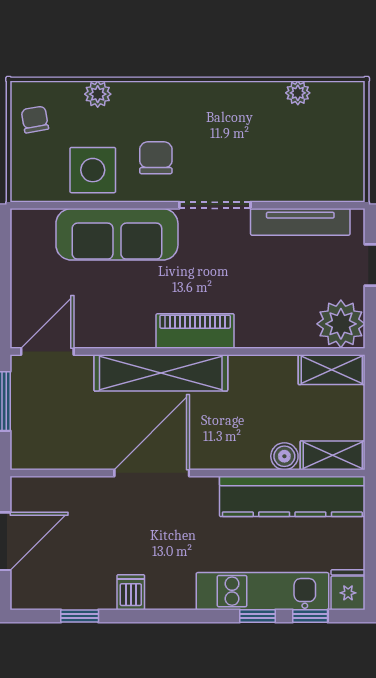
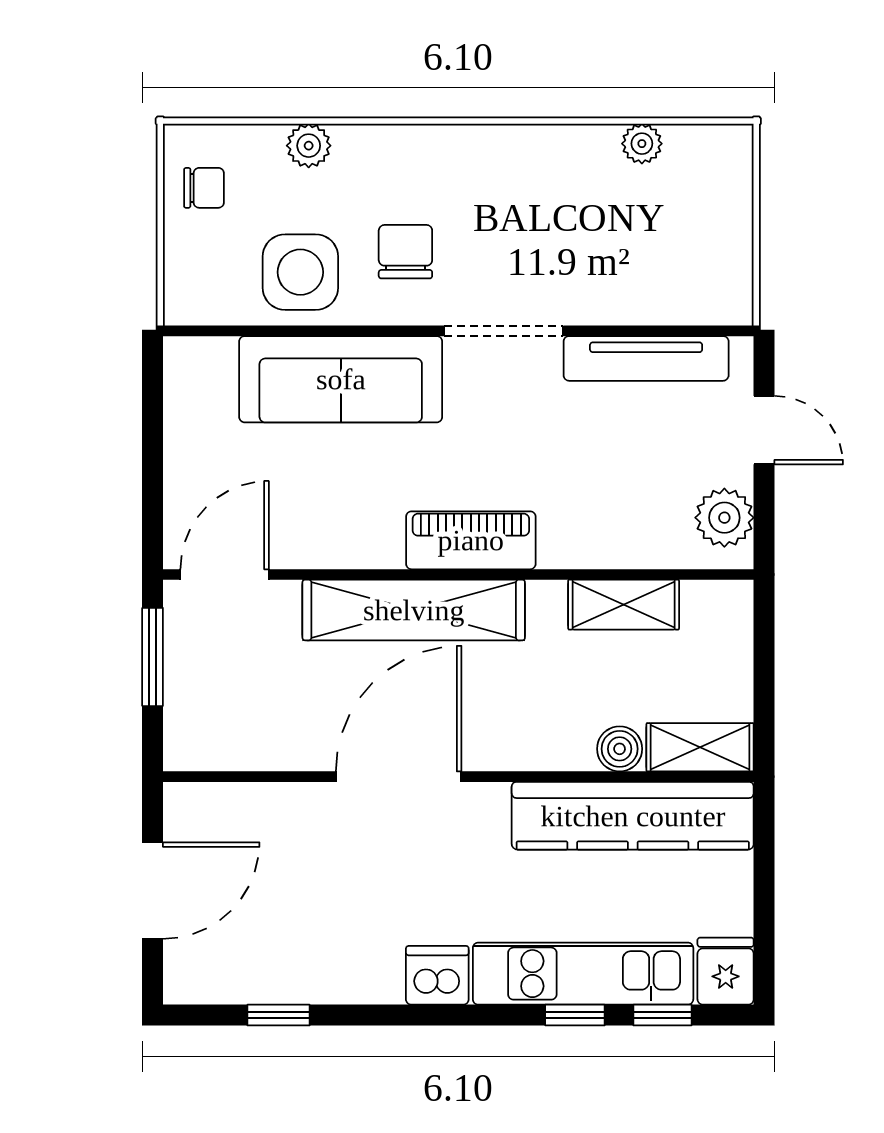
chair: (35, 119) -> (204, 188), turned 100
plant: (341, 324) -> (724, 518), width x0.73, depth x0.73
shelving: (332, 370) -> (624, 605), moved
dishwasher: (131, 592) -> (437, 975), moved, width x1.38

